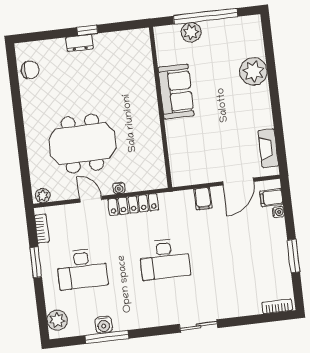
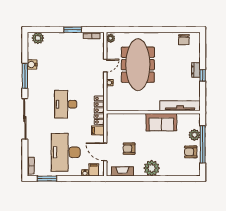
armchair: (221, 35) -> (191, 152), added
tv unit: (144, 63) -> (180, 106), added
plant: (253, 71) -> (152, 168), moved
armchair: (228, 141) -> (129, 149), added
meeting table: (82, 144) -> (138, 65), width x1.36
locker: (133, 205) -> (99, 110), moved
window: (294, 256) -> (47, 179), moved
desk: (82, 269) -> (66, 152), moved, width x1.36, depth x1.30
sliding door: (198, 326) -> (25, 119), width x1.86
window: (107, 337) -> (25, 76), moved

